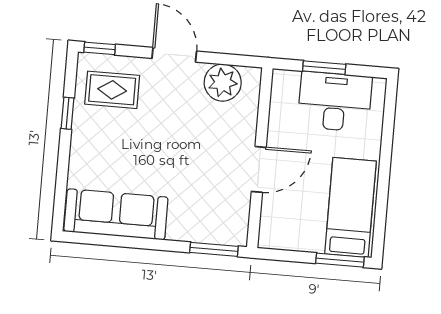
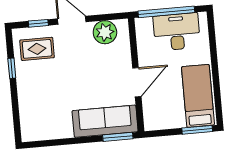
window: (100, 48) -> (38, 23), moved
window: (324, 68) -> (166, 12), width x2.11
sofa: (116, 214) -> (105, 121), moved

